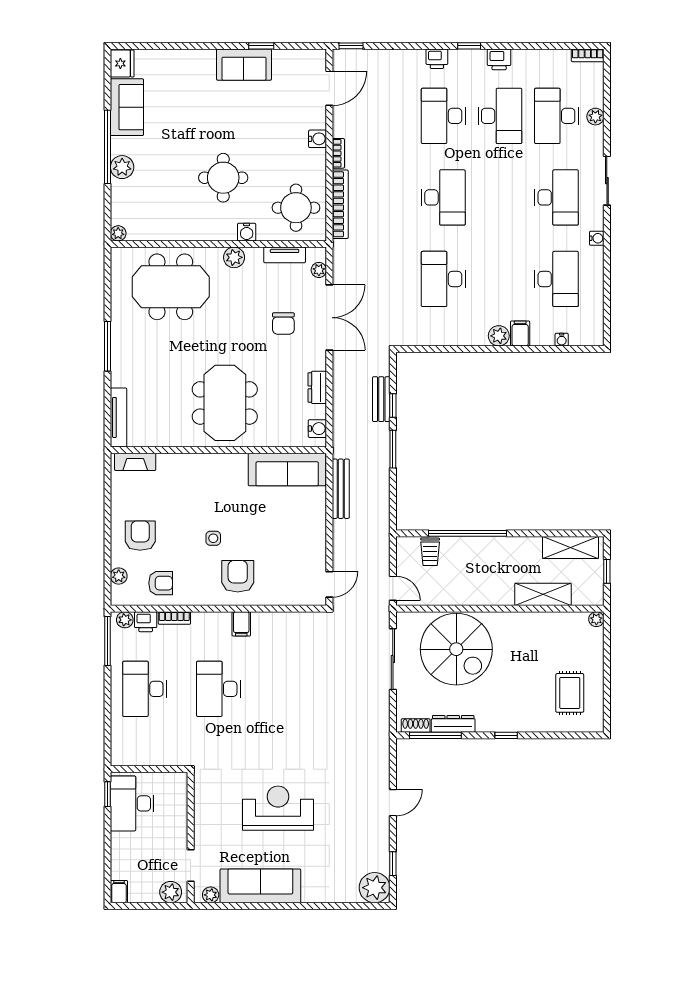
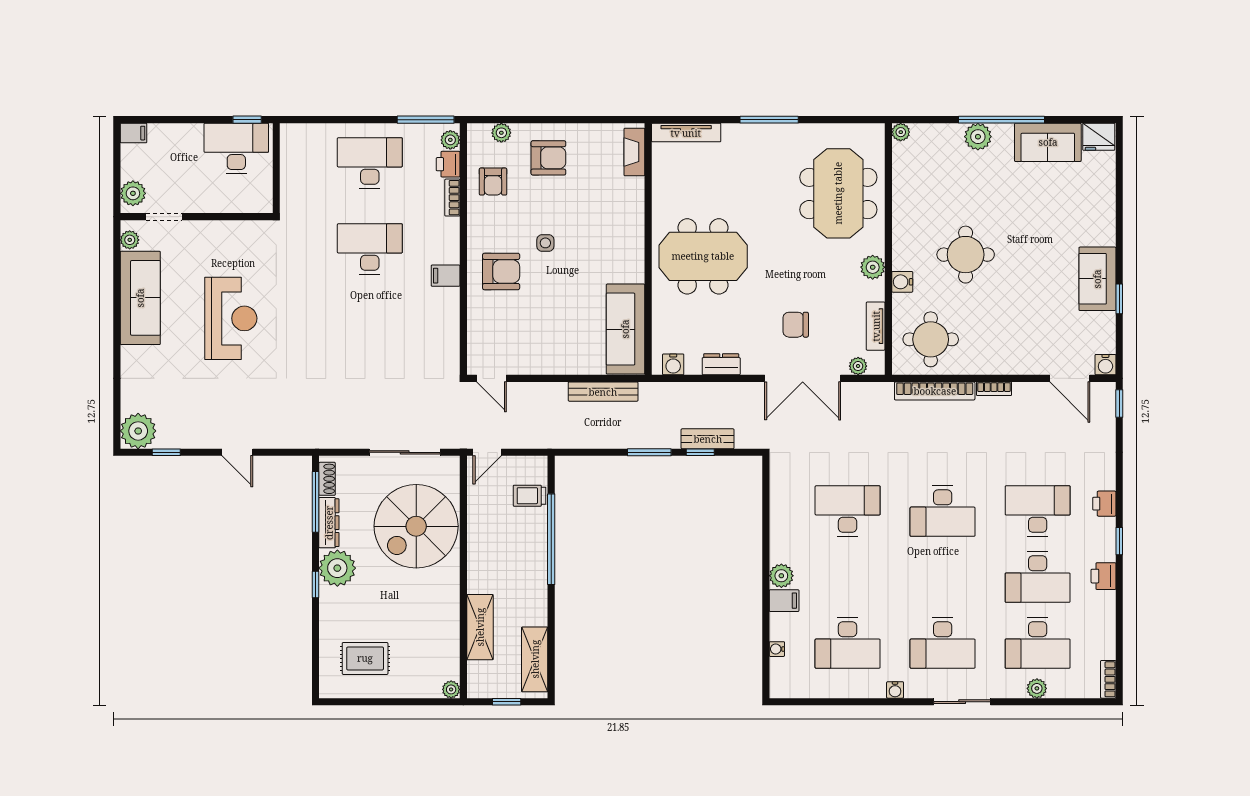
desk: (556, 116) -> (1038, 643), turned 180
water cooler: (318, 139) -> (1105, 365), moved
plant: (492, 717) -> (337, 568), added

